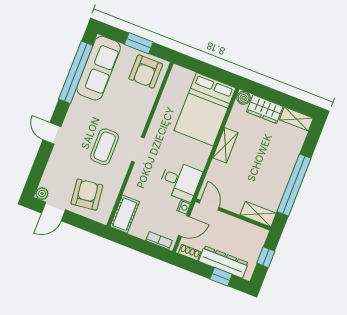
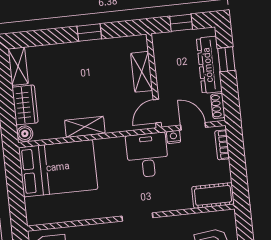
window: (294, 185) -> (89, 33), width x0.32
shelving: (258, 214) -> (142, 72), moved

